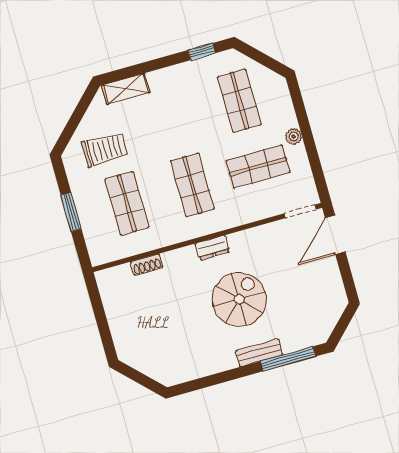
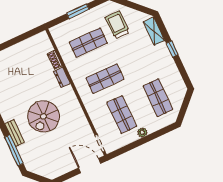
window: (201, 52) -> (172, 49), moved
shop shelf: (239, 101) -> (158, 98), turned 90
trolley: (105, 149) -> (117, 25), turned 180
dresser: (212, 248) -> (62, 77), moved
spiral stairs: (239, 299) -> (43, 116), turned 90

